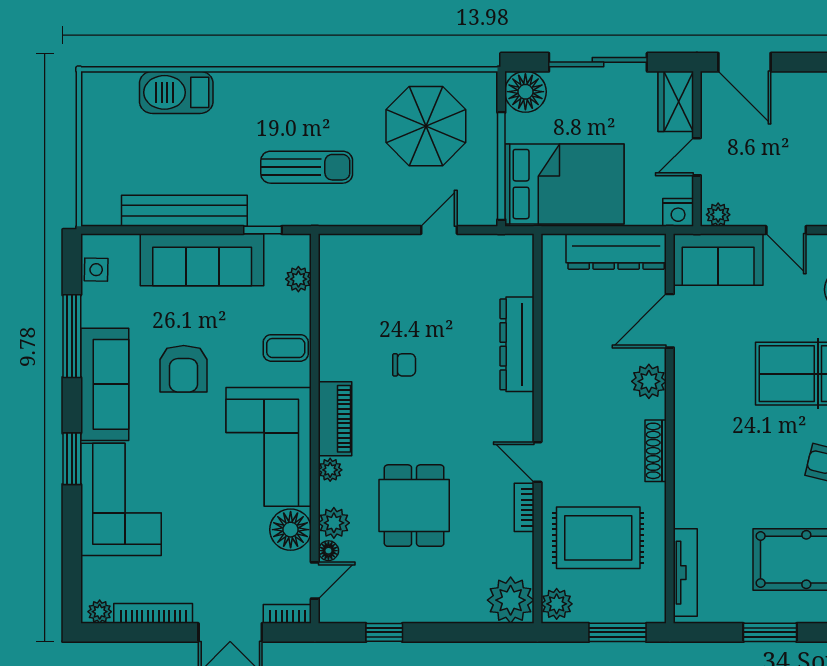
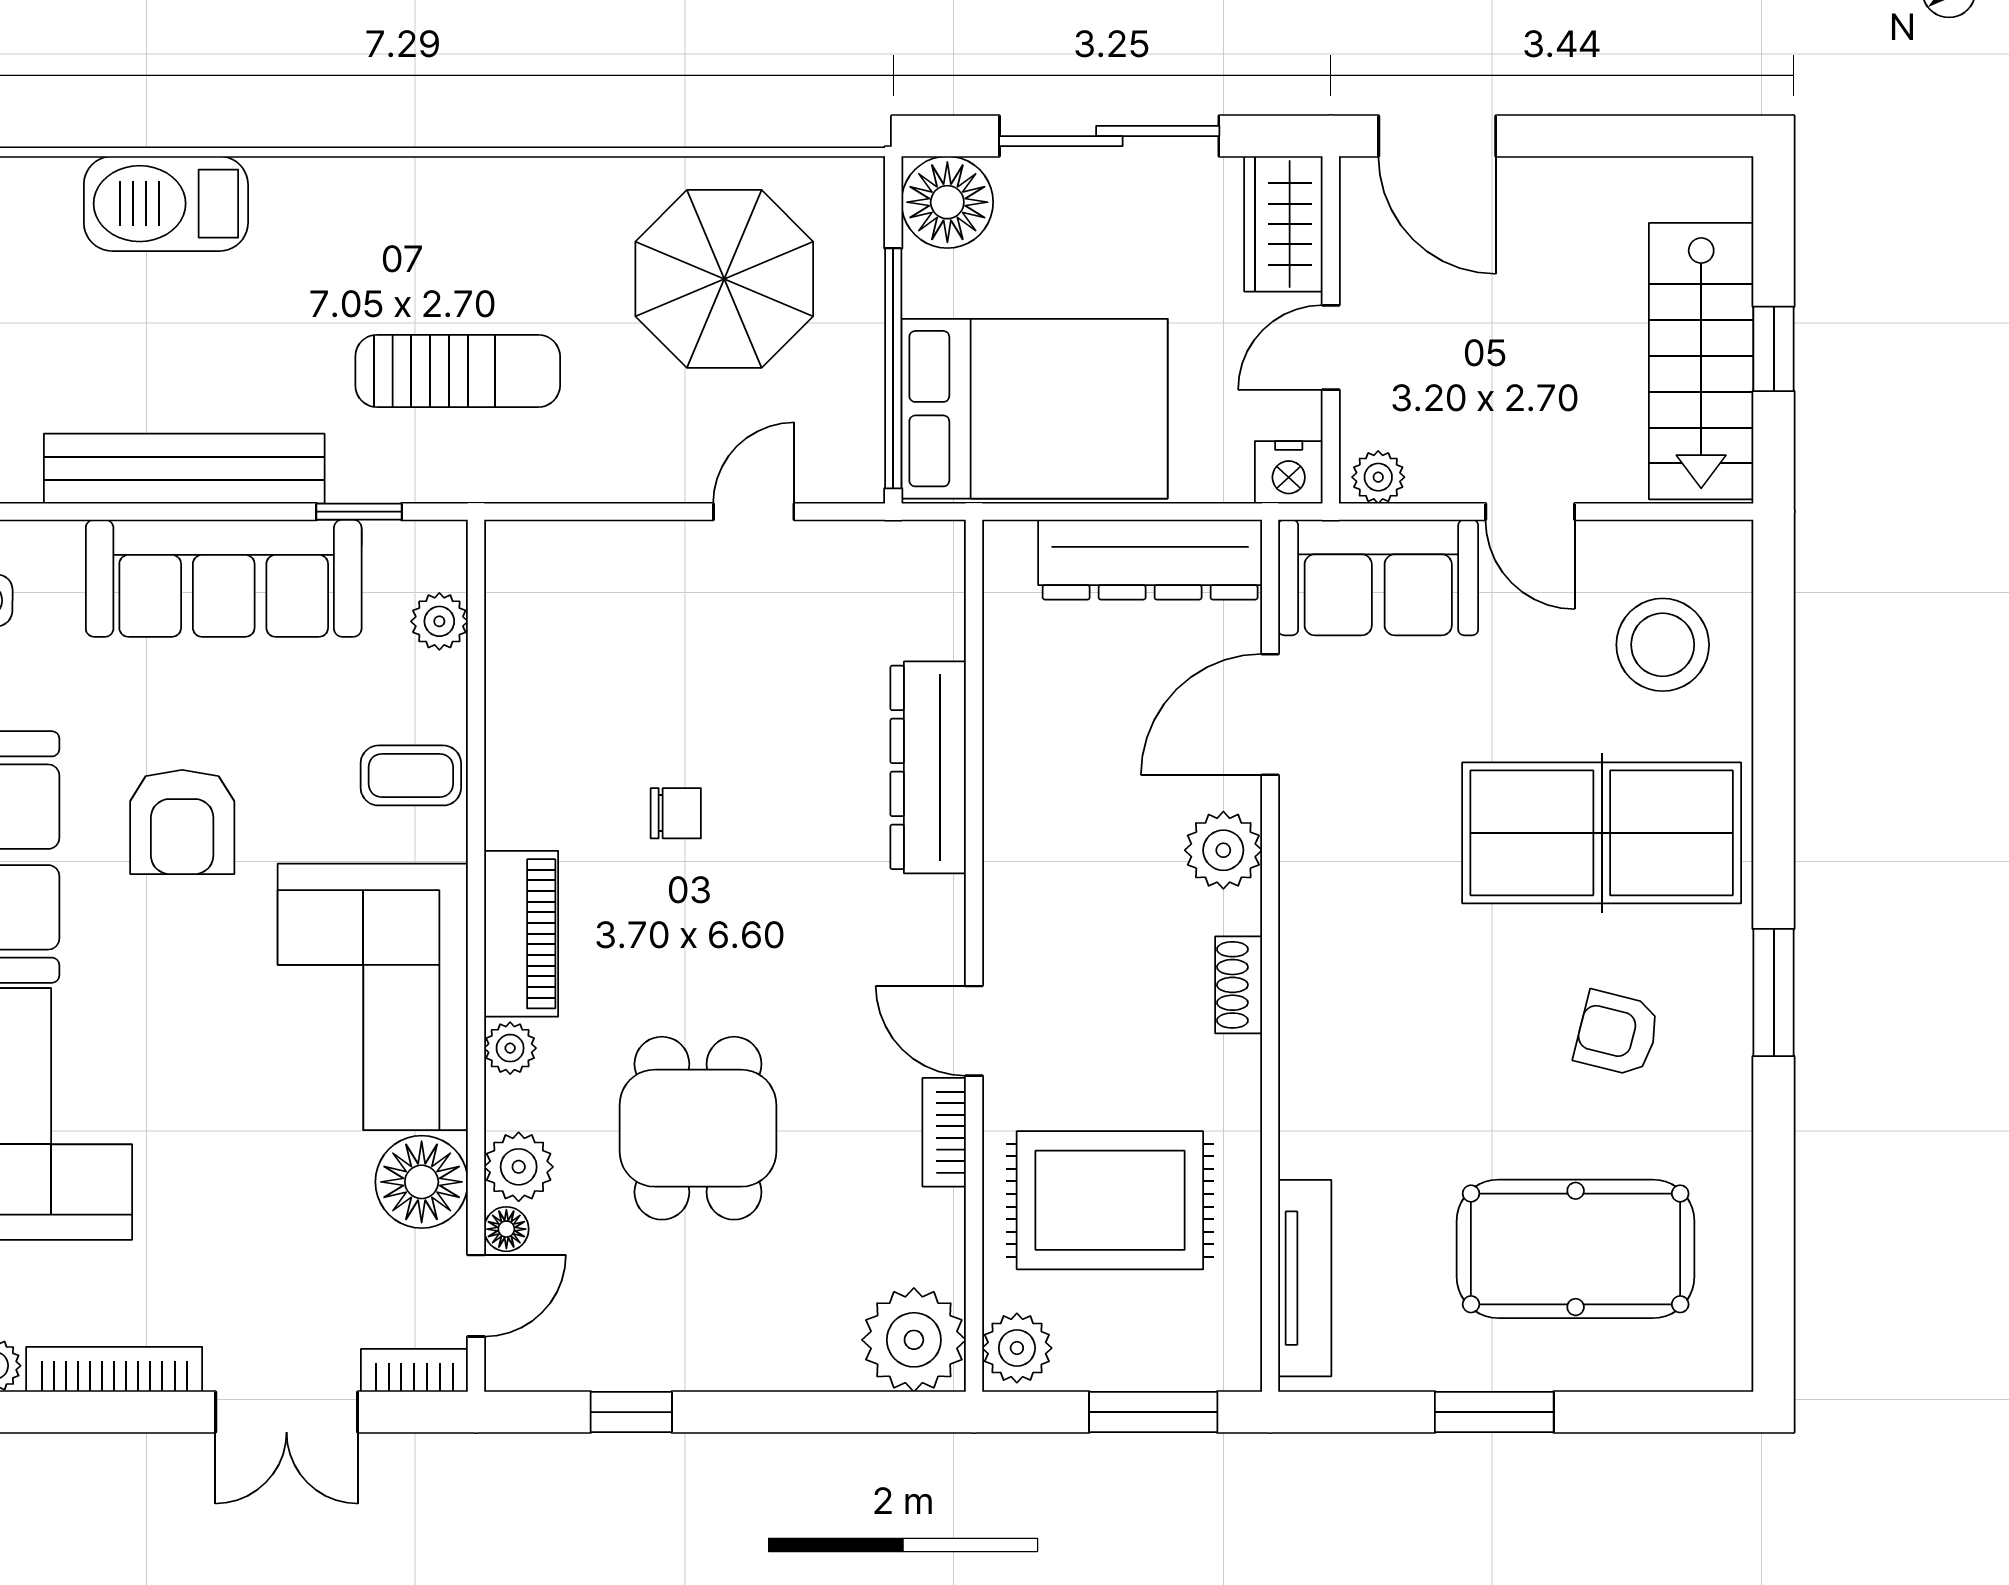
shoe rack: (656, 451) -> (1239, 985), width x0.70

